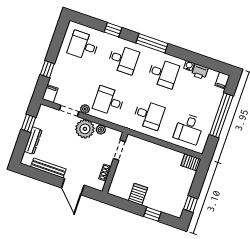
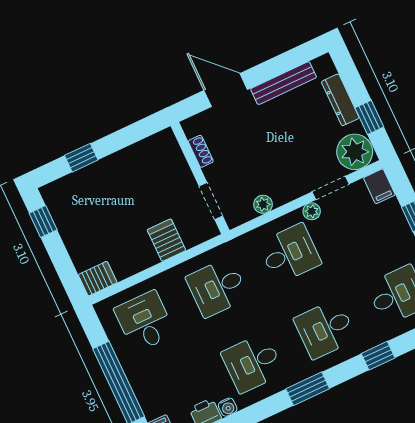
window: (152, 43) -> (308, 389), width x0.69
plant: (85, 129) -> (355, 152), moved
server rack: (138, 194) -> (166, 240), moved, turned 180

